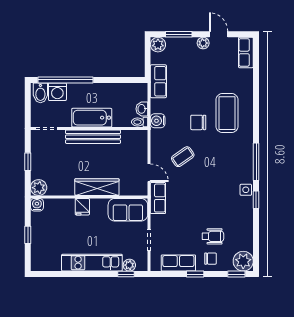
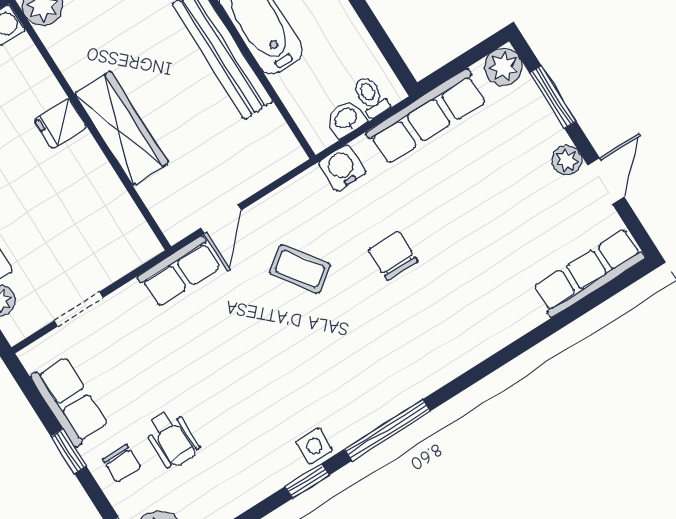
row of seats: (246, 52) -> (589, 273), width x1.48
row of seats: (158, 81) -> (427, 117), width x1.48
coffee table: (227, 113) -> (451, 304), removed
toilet: (140, 122) -> (371, 97), moved
sofa: (128, 210) -> (115, 224), removed

